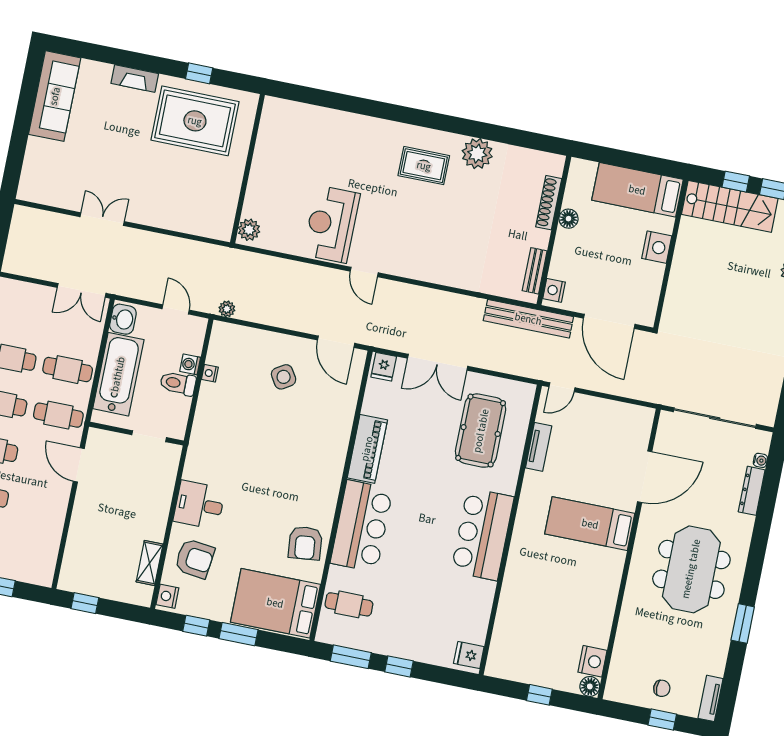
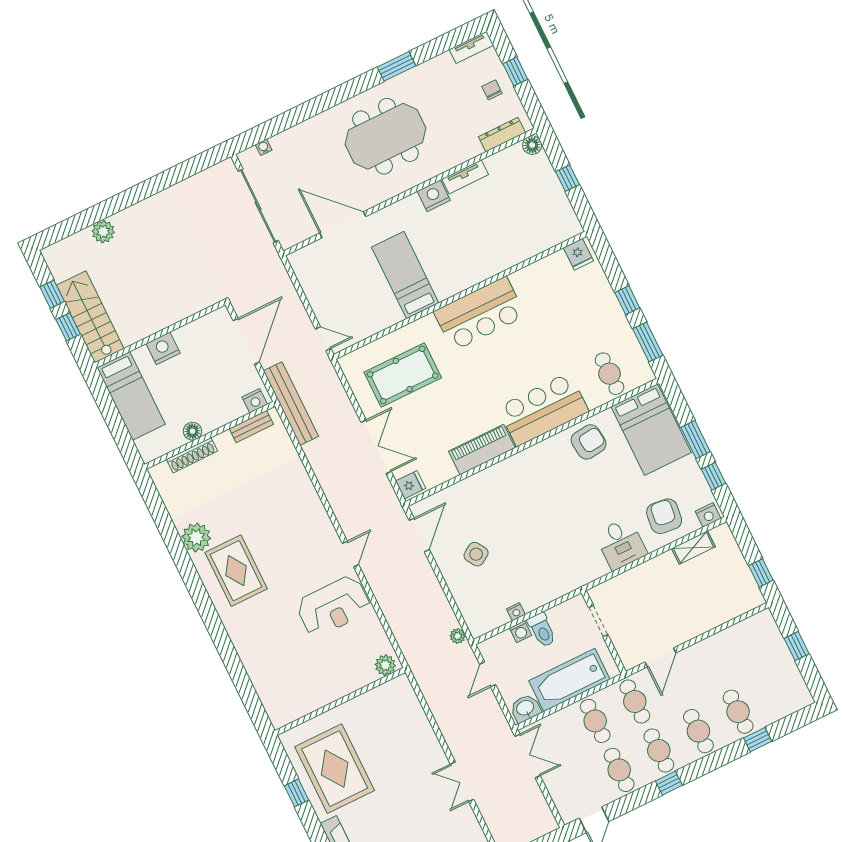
rug: (424, 166) -> (236, 571), width x1.36, depth x1.43
tv unit: (539, 447) -> (465, 177), moved, turned 180
dresser: (752, 491) -> (502, 135), moved, turned 180
bed: (590, 524) -> (405, 275), moved, turned 180
nightstand: (593, 661) -> (434, 196), moved

